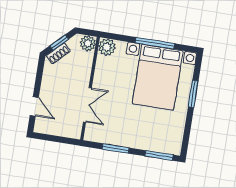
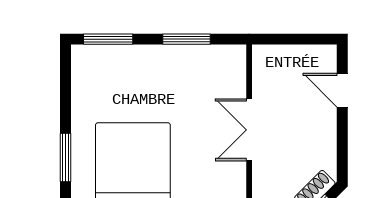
double door: (87, 105) -> (249, 130), moved

